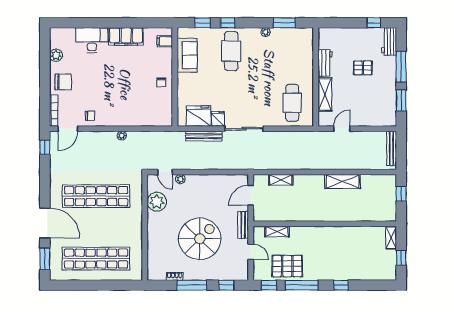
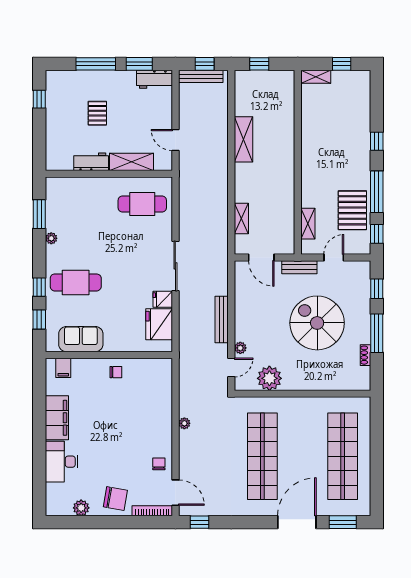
workbench: (389, 41) -> (155, 79), moved
chair: (63, 82) -> (115, 499), turned 100
bench: (204, 136) -> (222, 319), moved
window: (401, 151) -> (205, 64), added

